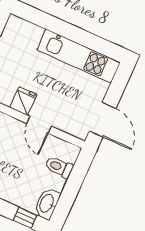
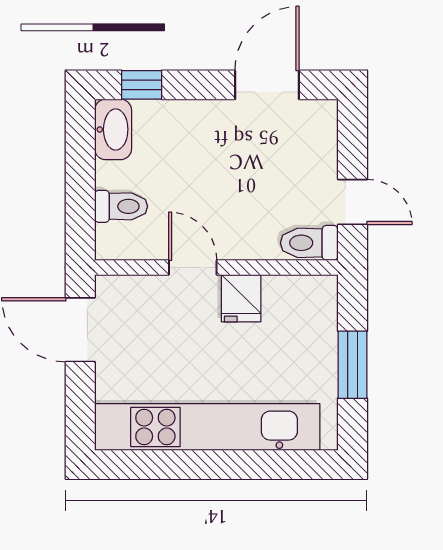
kitchen unit: (78, 56) -> (207, 427), width x1.36

